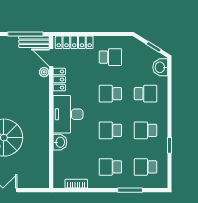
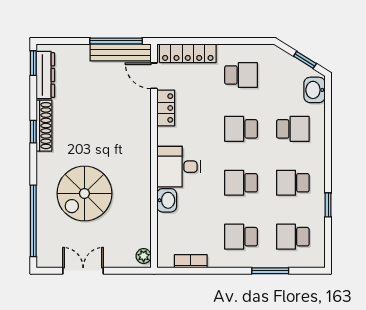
bench: (34, 42) -> (121, 52), width x1.36
plant: (44, 72) -> (144, 256), moved
desk: (68, 114) -> (179, 167), width x0.73

